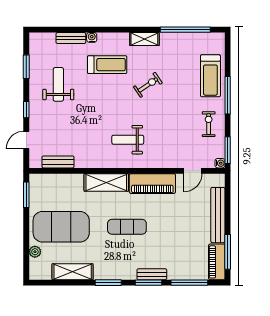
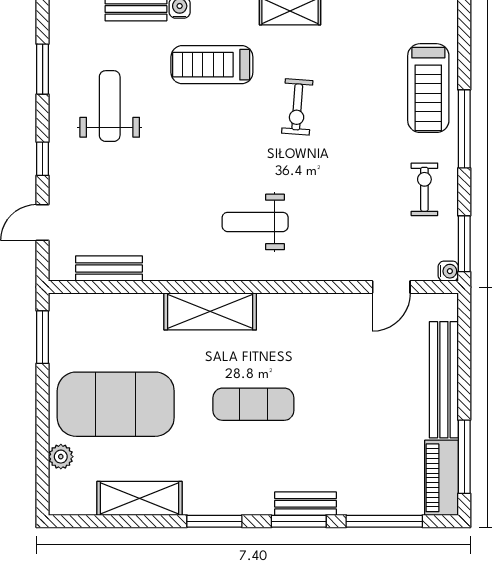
treadmill: (107, 65) -> (212, 65), turned 180
exercise bike: (148, 85) -> (297, 107), turned 128
piano: (152, 184) -> (307, 314), removed

